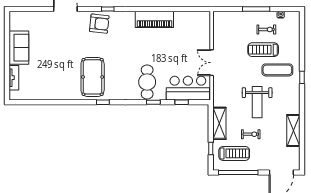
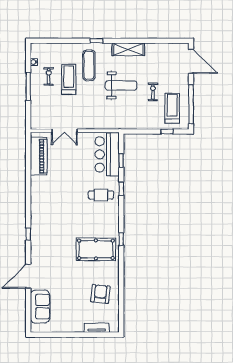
piano: (154, 19) -> (39, 156), moved
armchair: (99, 24) -> (100, 294), moved
sofa: (19, 48) -> (40, 307), moved, turned 90
treadmill: (263, 50) -> (69, 79), turned 180
double door: (212, 63) -> (64, 131), moved
cafe table: (147, 82) -> (101, 195), width x0.73, depth x0.74
shelving: (219, 123) -> (142, 123), removed
shelving: (293, 130) -> (128, 49), moved

